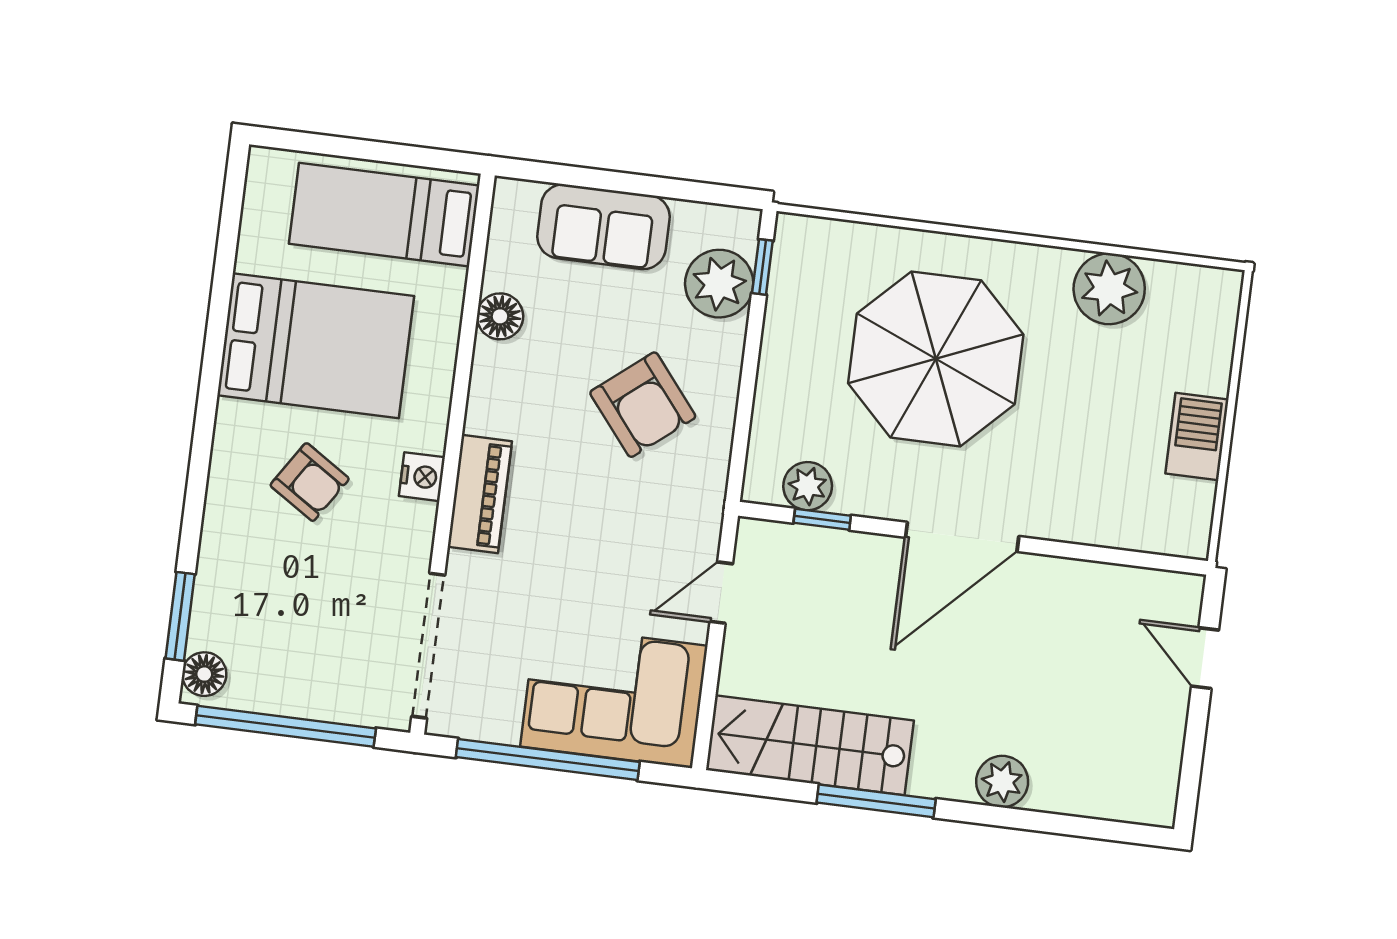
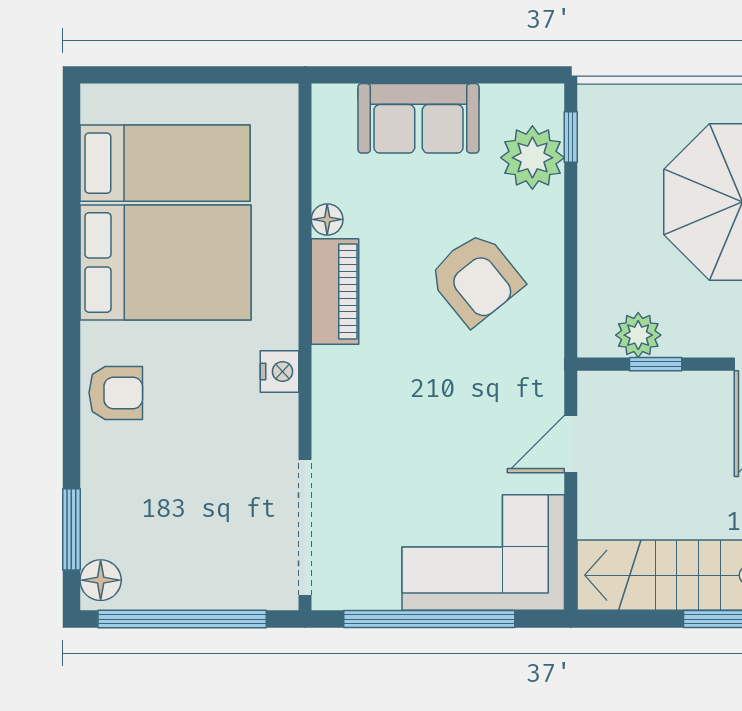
bed: (384, 215) -> (165, 163), moved, turned 180
floor lamp: (500, 316) -> (327, 219), width x0.73, depth x0.73
armchair: (310, 482) -> (116, 393), moved, turned -33
piano: (480, 494) -> (335, 292), moved

